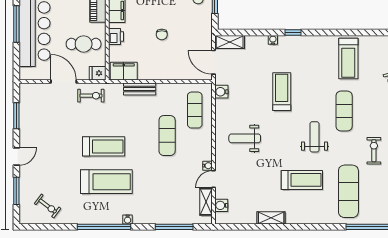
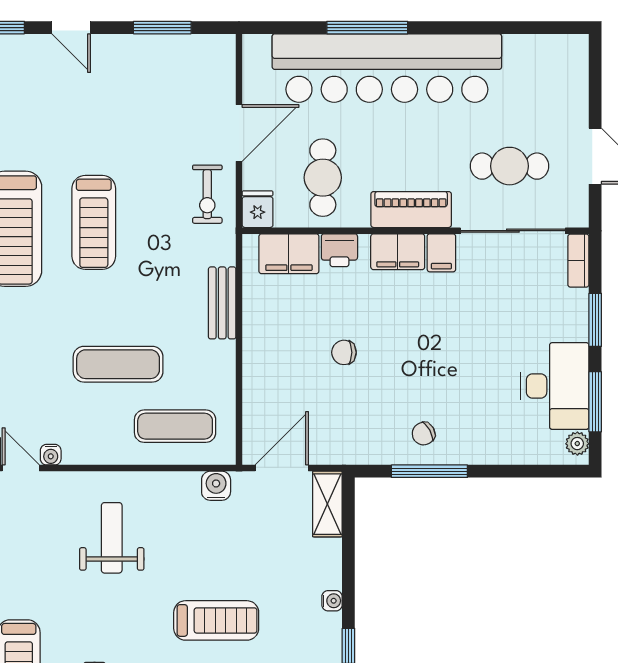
filing cabinet: (124, 71) -> (289, 254), moved, turned 90

